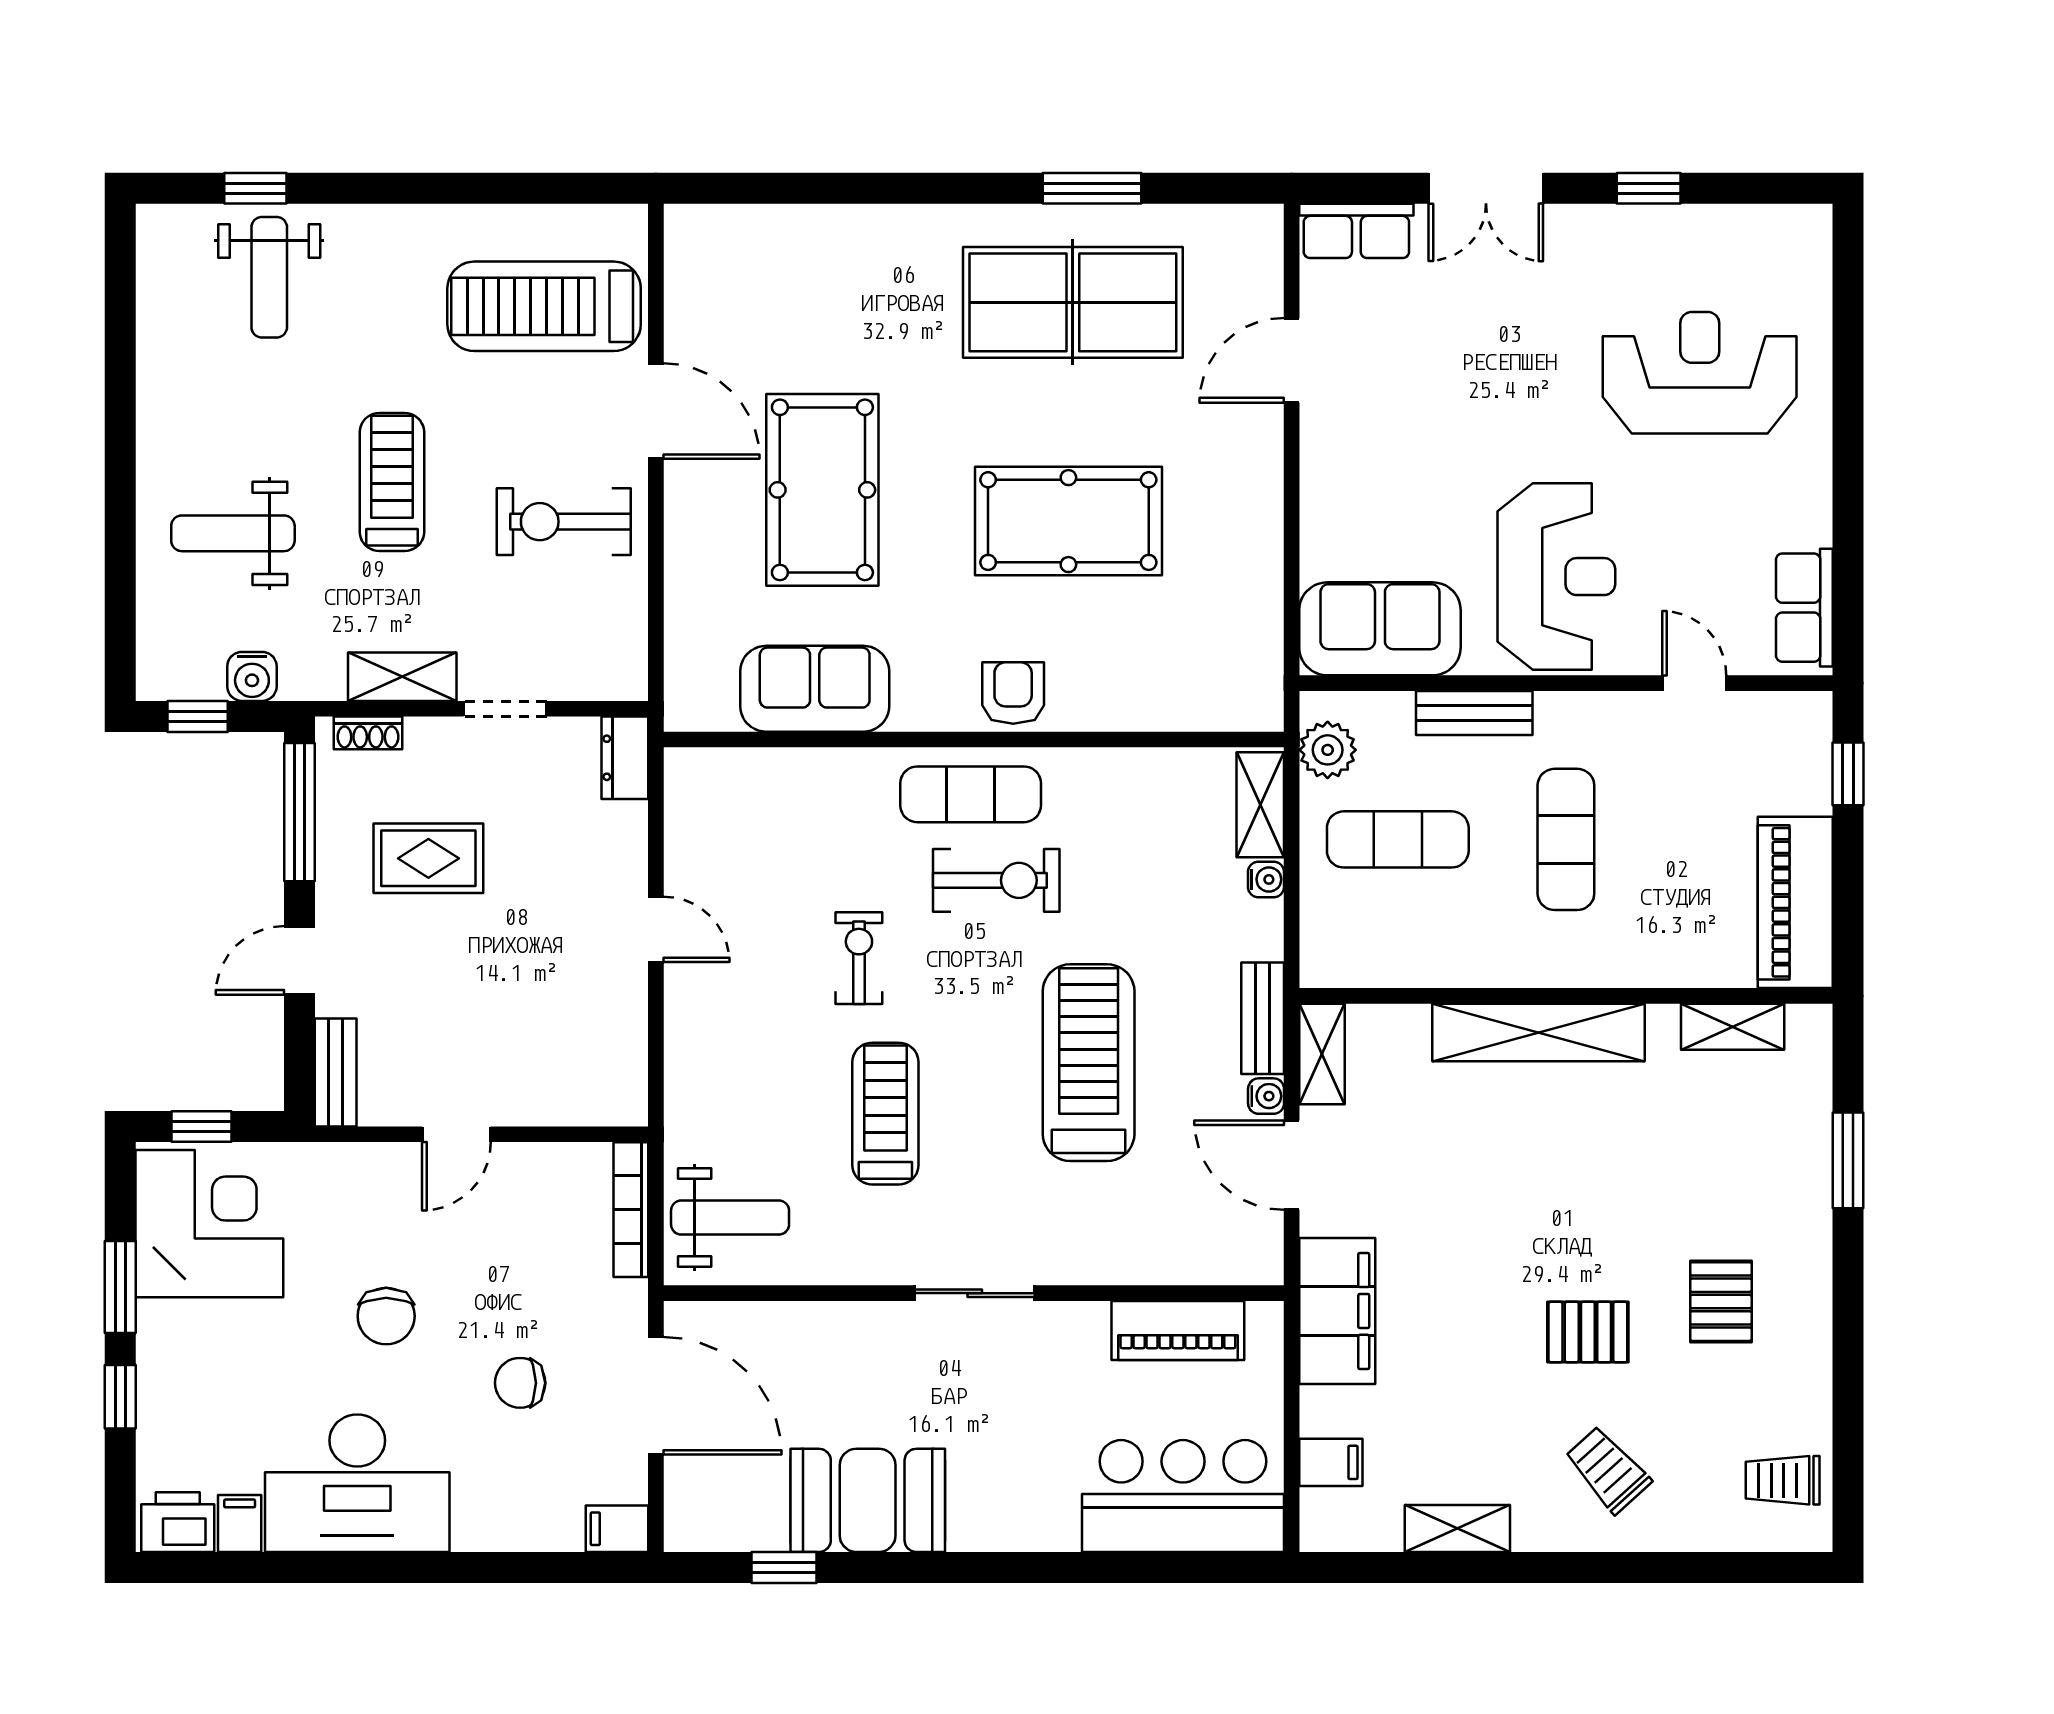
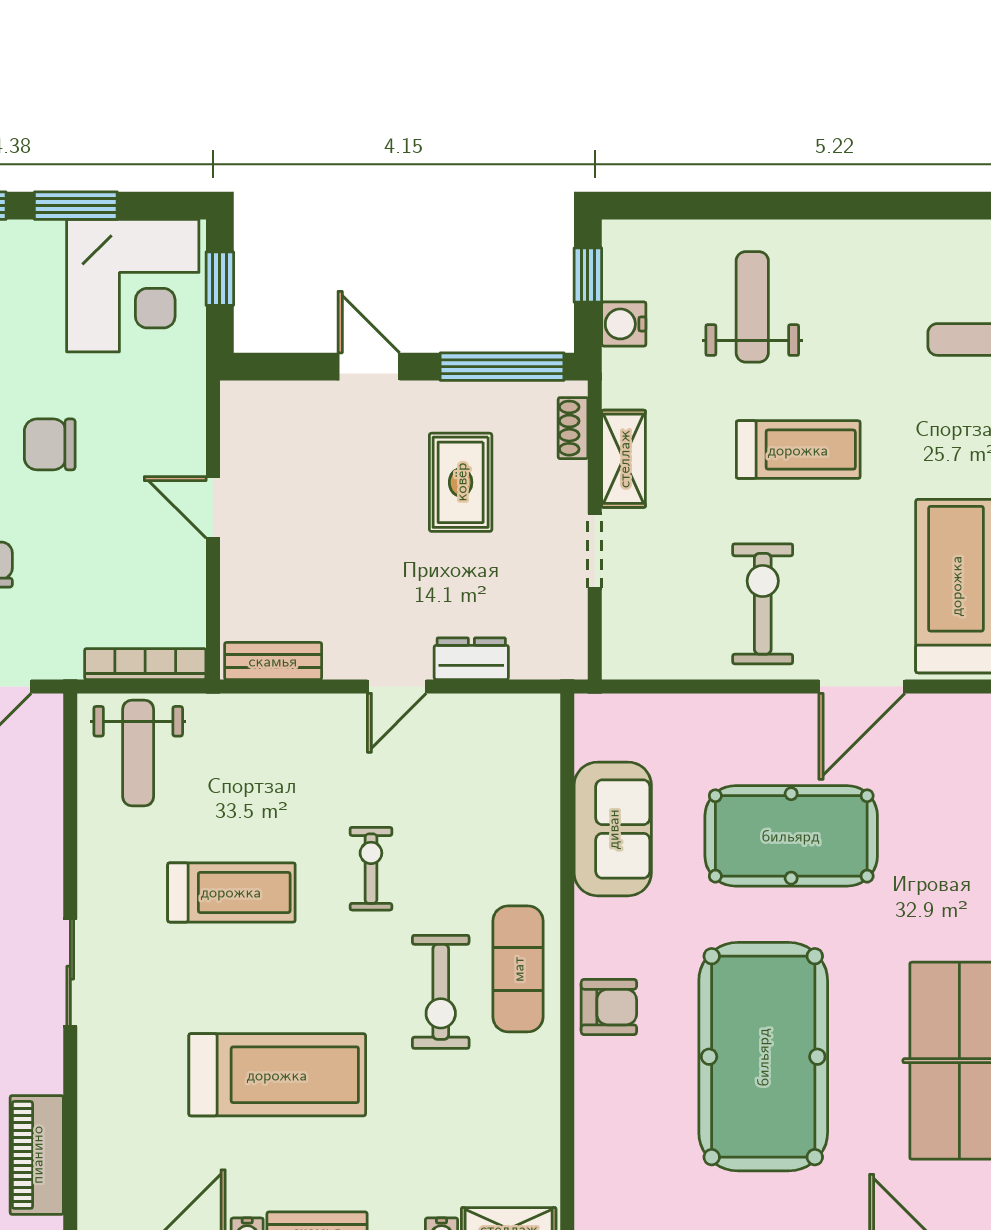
pool table: (1068, 521) -> (763, 1057), width x1.36, depth x1.32
dresser: (625, 758) -> (471, 659), moved
exercise bike: (859, 958) -> (371, 869), turned -90
bench: (336, 1072) -> (273, 661), moved

